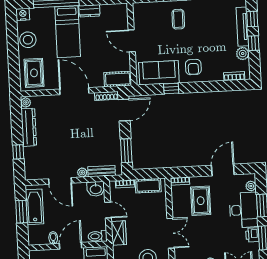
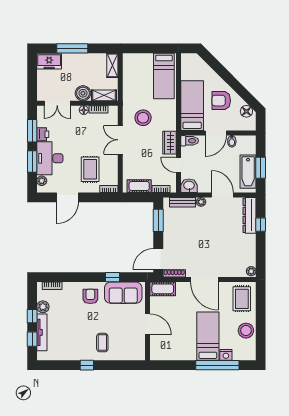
dresser: (89, 11) -> (186, 355), removed
nightstand: (23, 14) -> (226, 355), moved
dresser: (29, 127) -> (249, 215), moved

